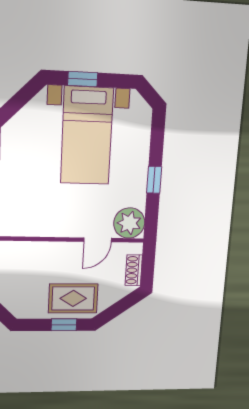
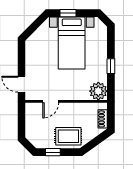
door: (98, 240) -> (51, 101), moved
window: (64, 325) -> (53, 152), moved

